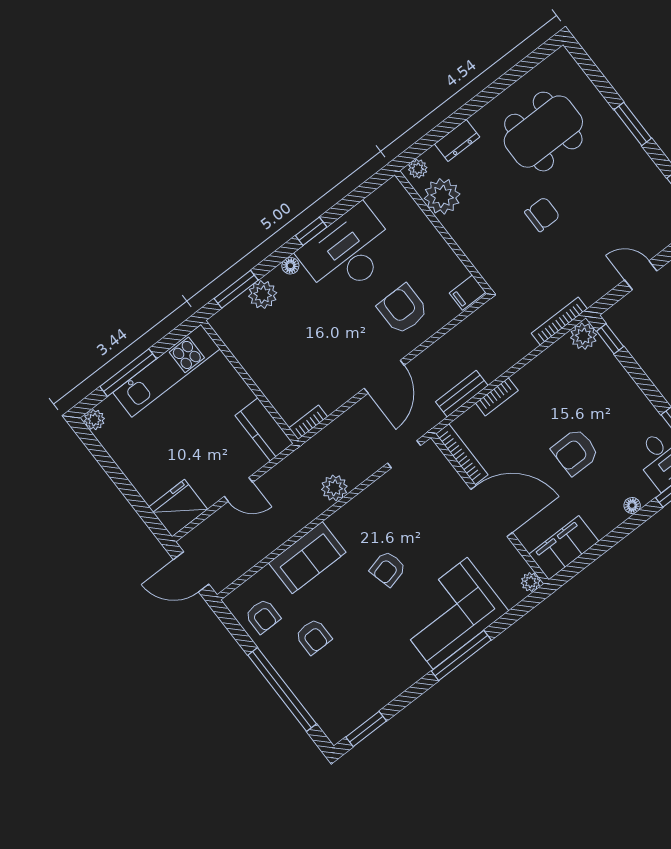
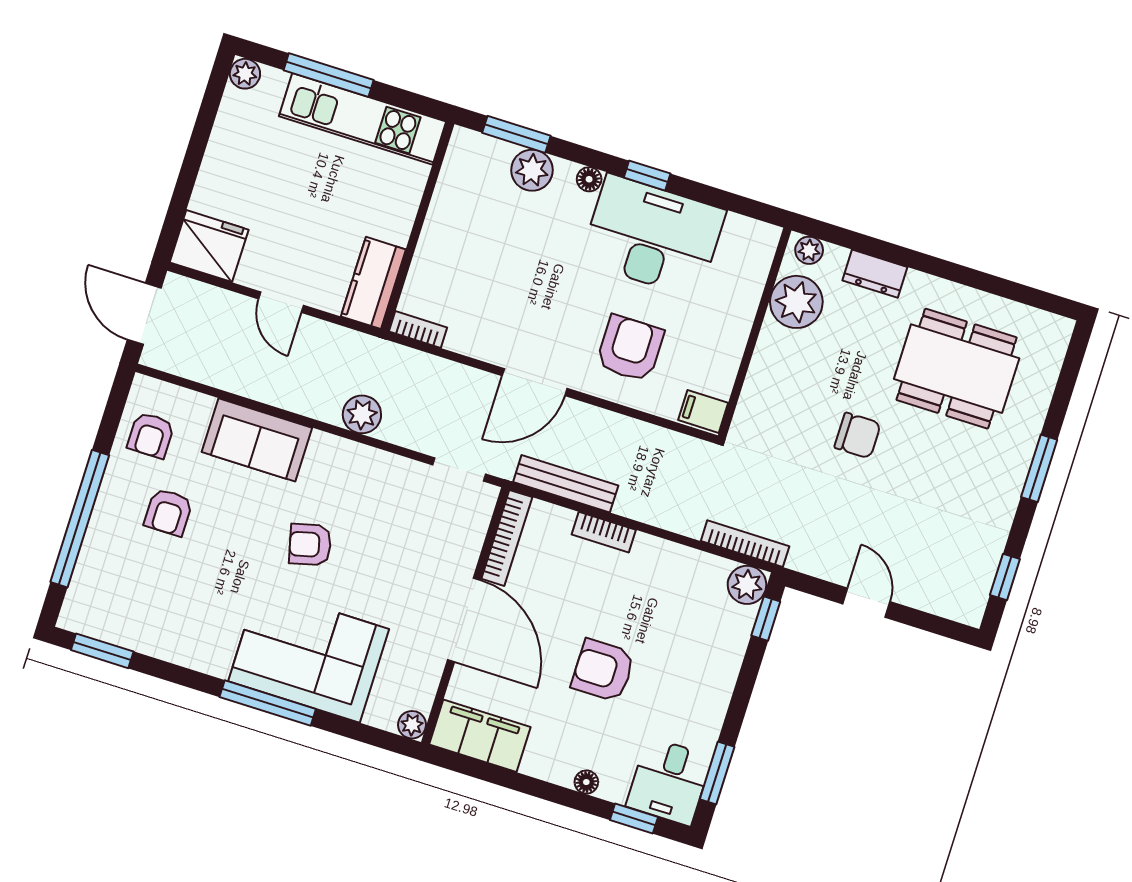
bench: (462, 394) -> (566, 484), width x1.36

